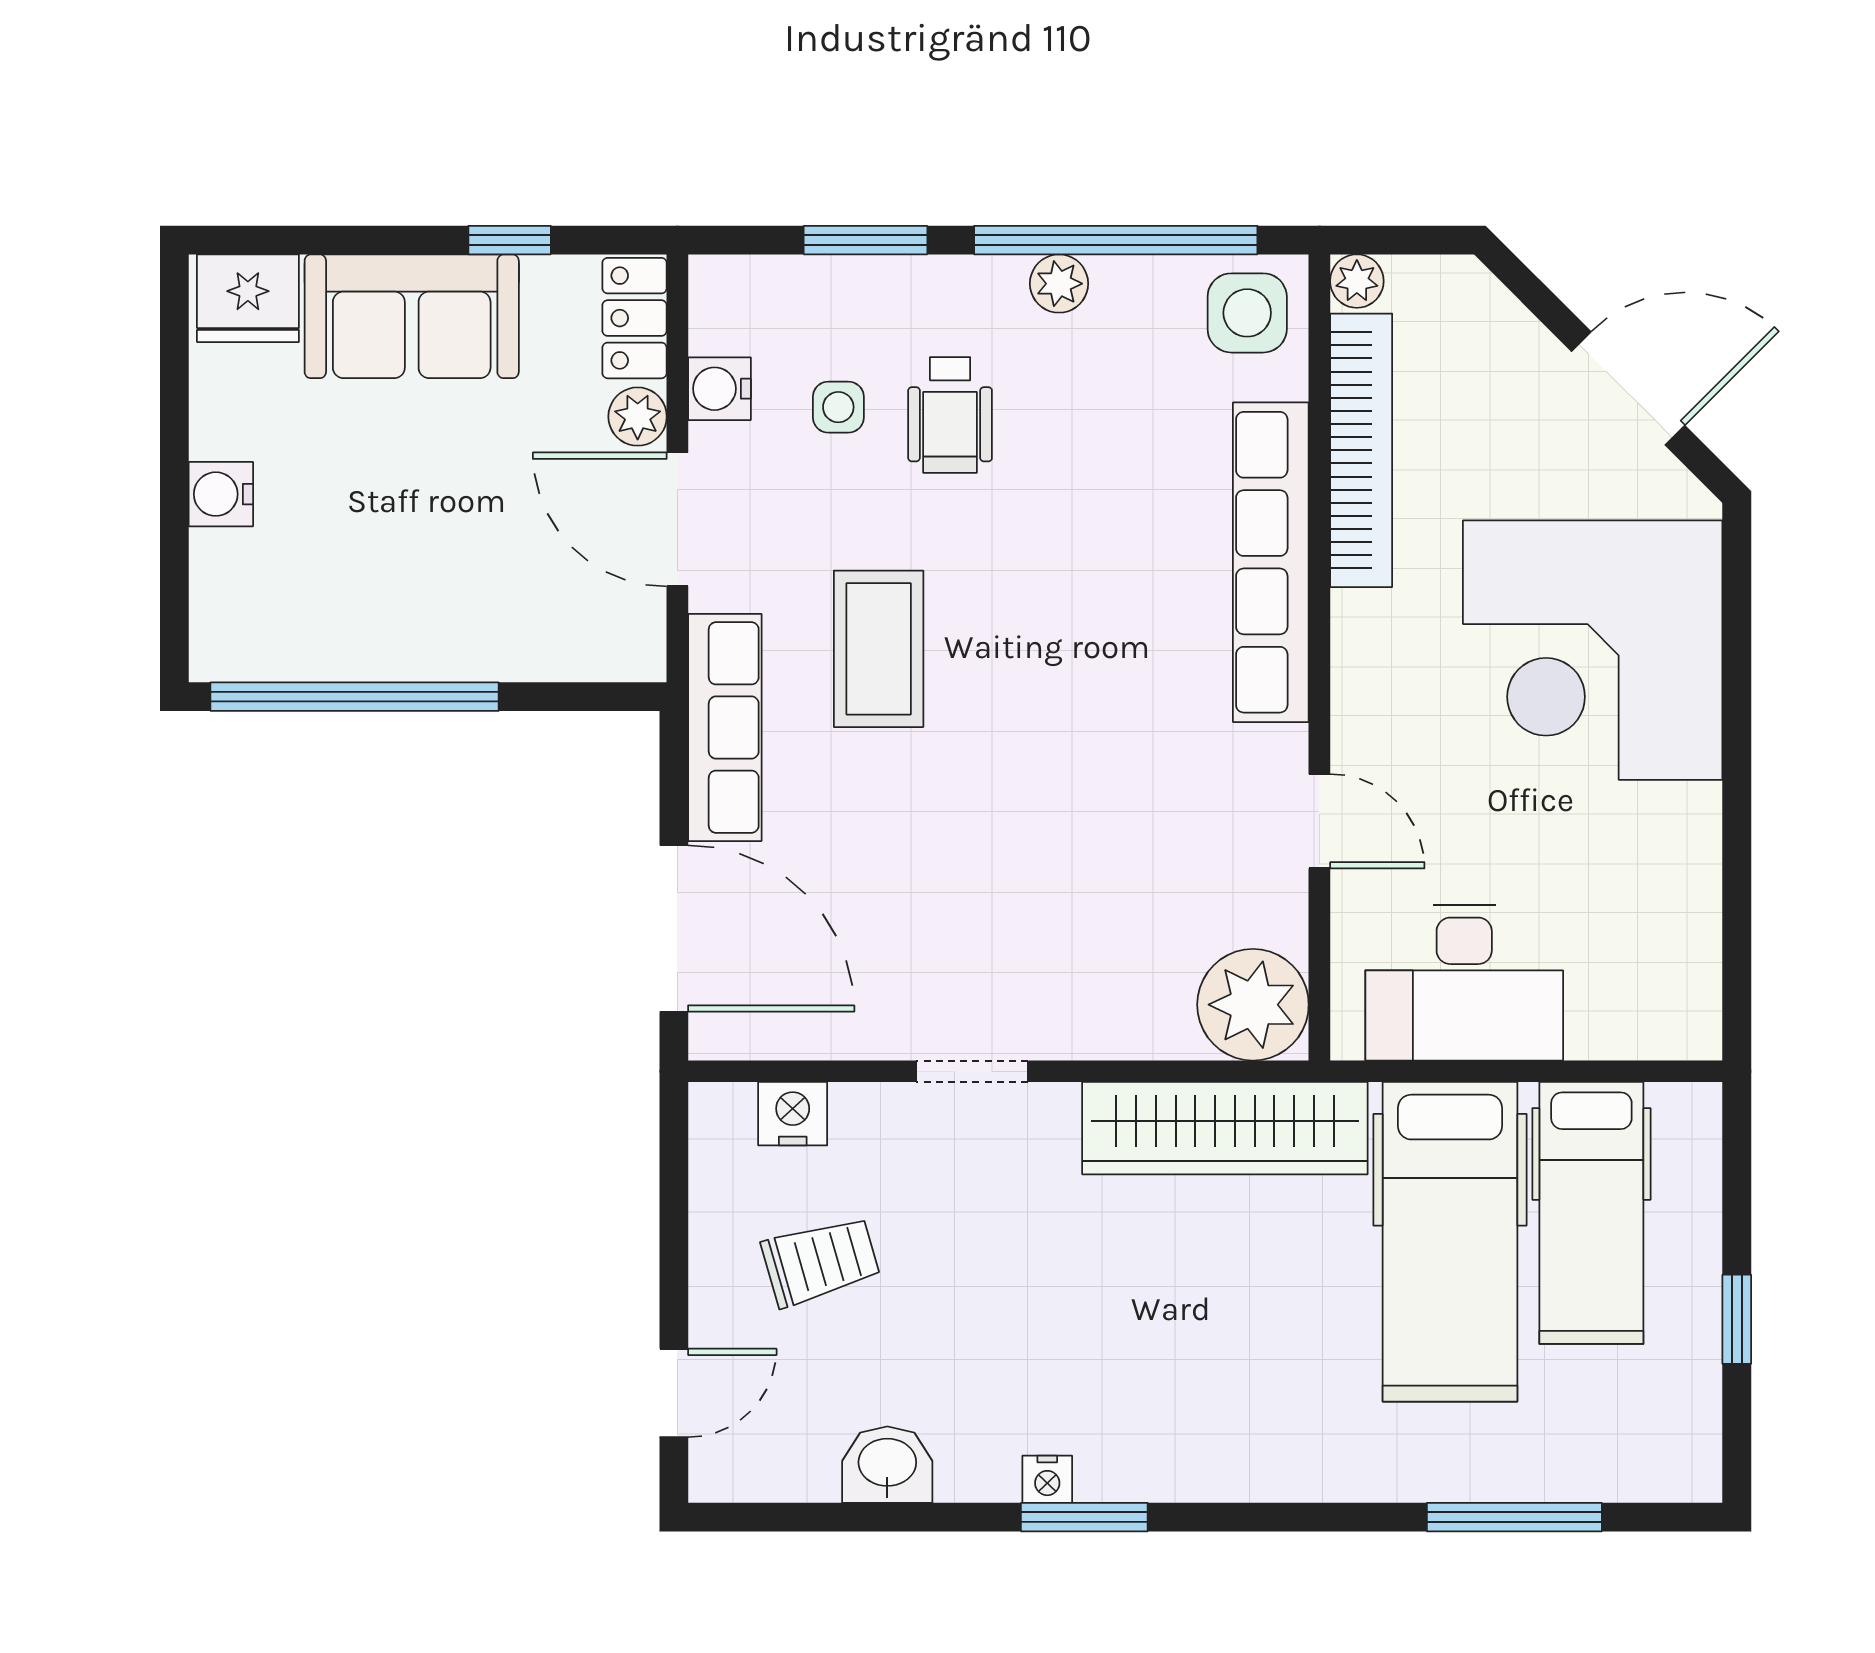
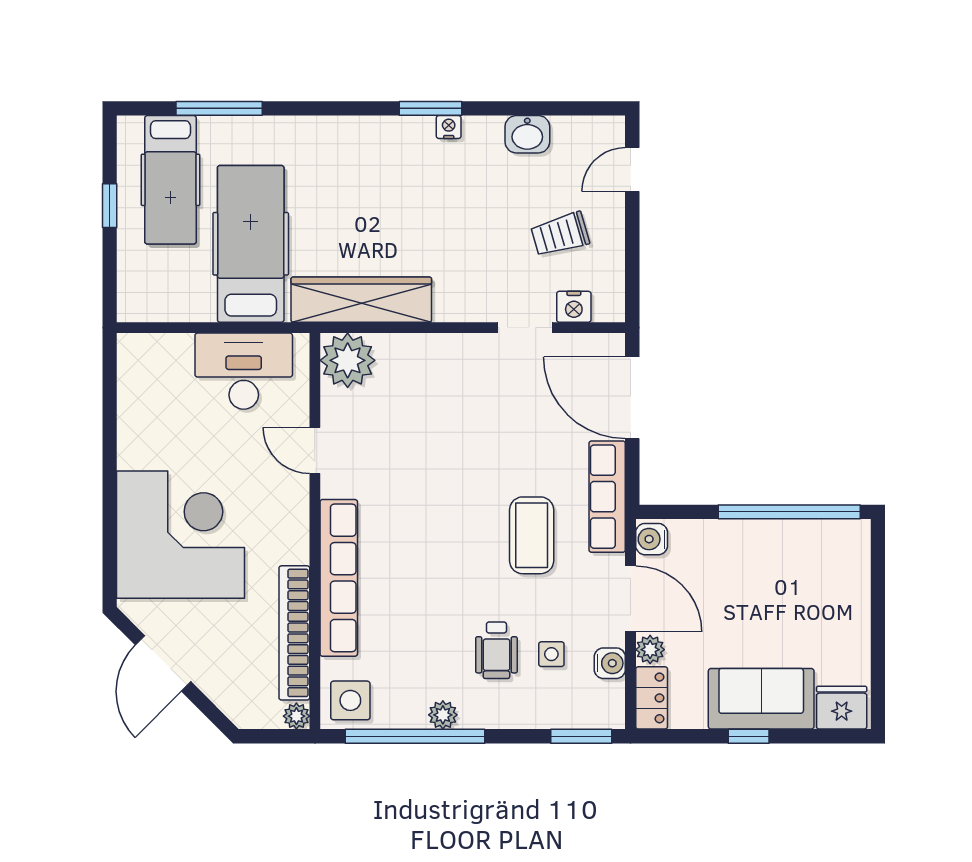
window: (510, 240) -> (749, 736), moved
window: (866, 240) -> (581, 736), moved
door: (1628, 388) -> (163, 663), hinge flipped
wheelchair: (950, 415) -> (496, 650), turned 180
water cooler: (221, 494) -> (652, 539), moved, turned 180
doorway: (972, 1071) -> (525, 328), moved
hospital bed: (1591, 1213) -> (170, 180), moved, turned 180

